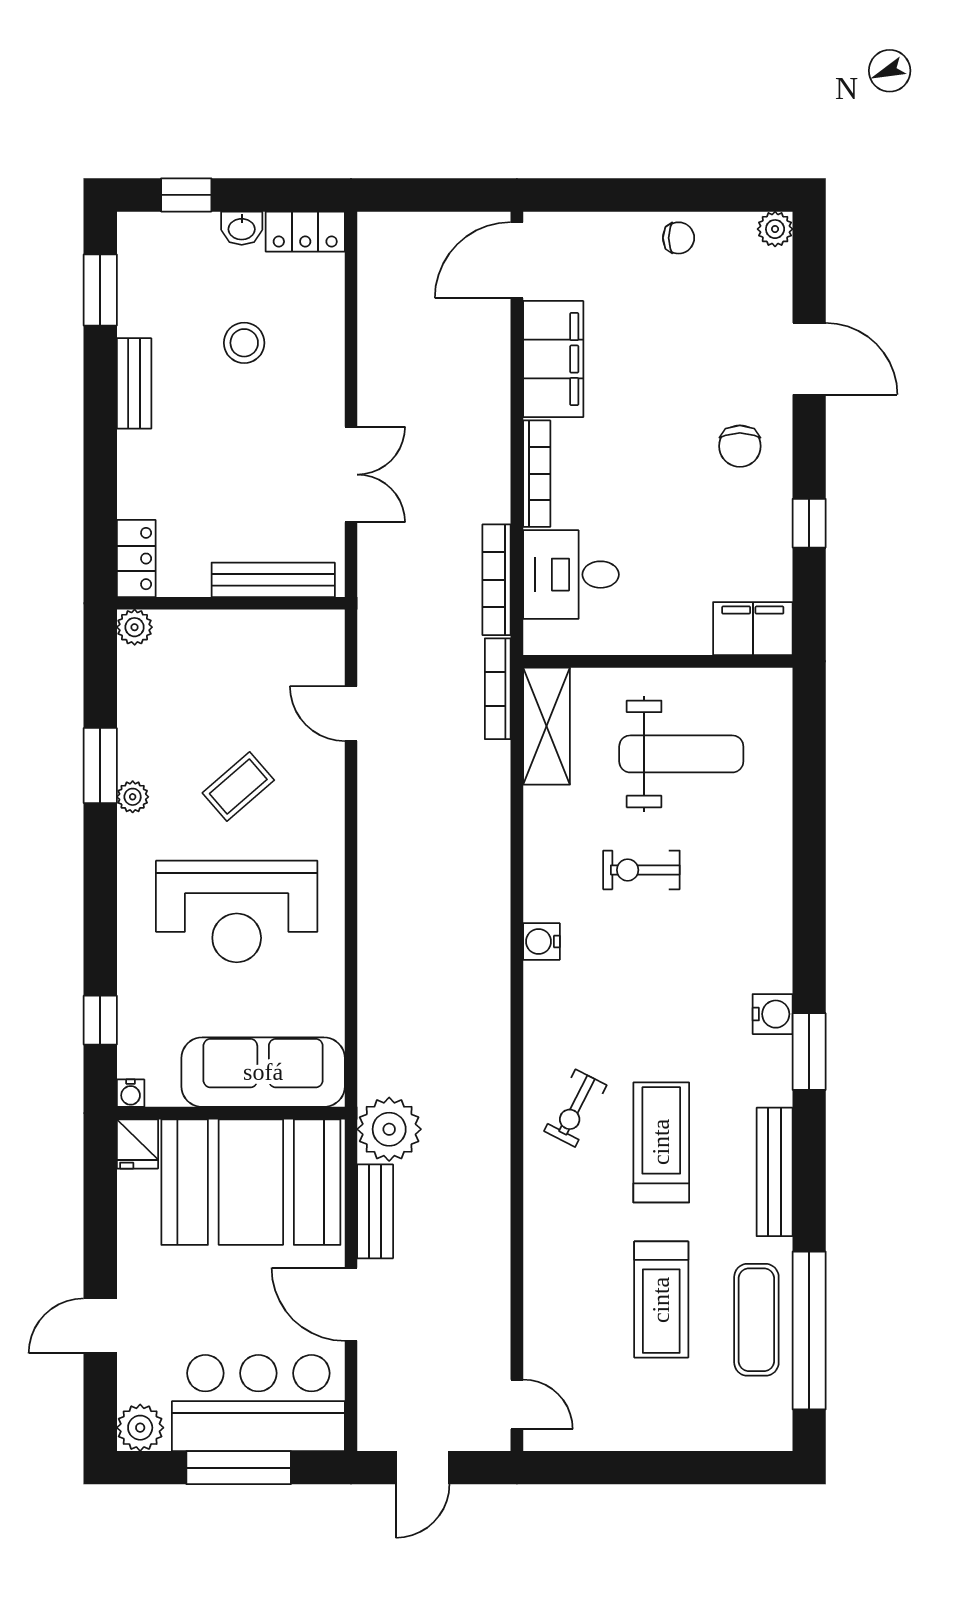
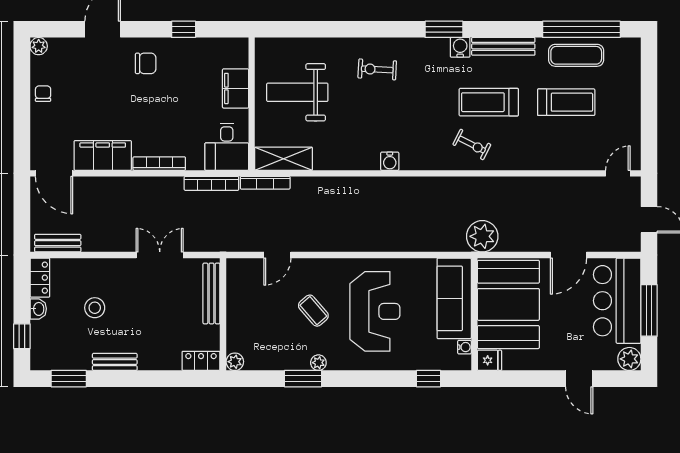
desk: (571, 575) -> (227, 147), moved
filing cabinet: (753, 629) -> (236, 88), moved
weight bench: (681, 754) -> (297, 92), turned -90
exercise bike: (641, 870) -> (377, 69), moved, turned 93
water cooler: (773, 1014) -> (460, 47), moved
water cooler: (131, 1093) -> (464, 347), moved
bench: (375, 1211) -> (58, 243), moved

